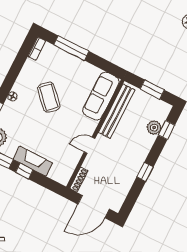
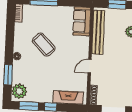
sofa: (101, 96) -> (82, 21), width x0.73
fireplace: (33, 161) -> (68, 97), moved

